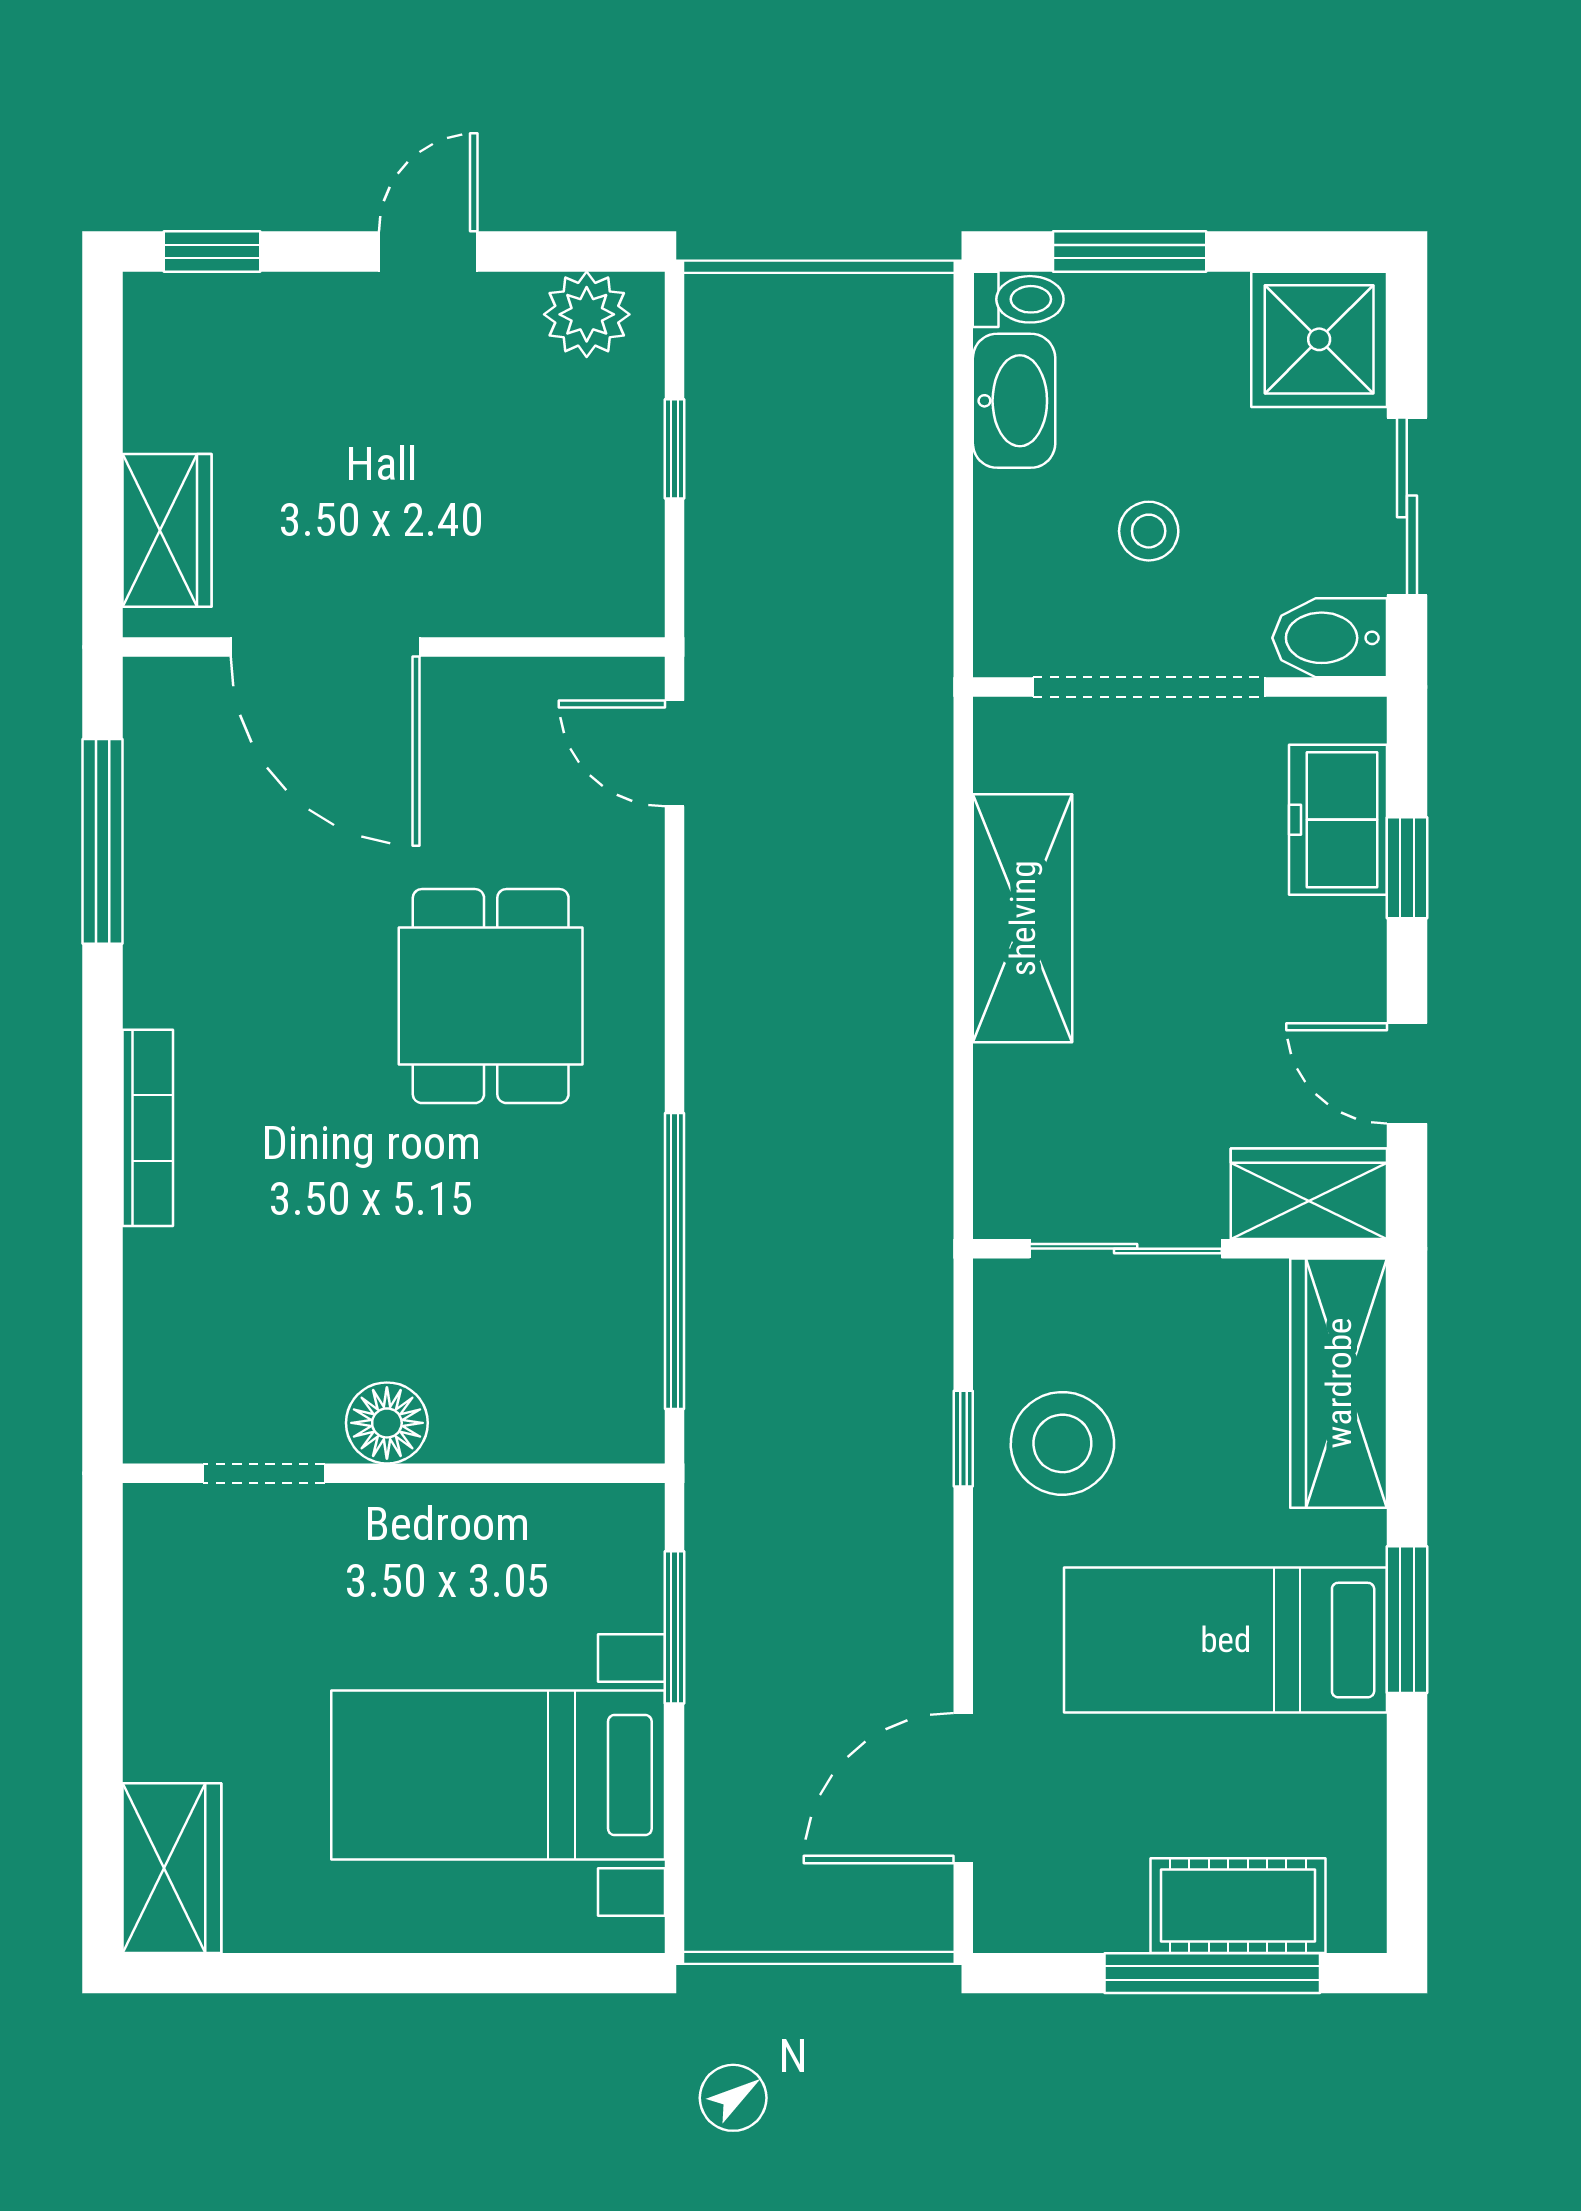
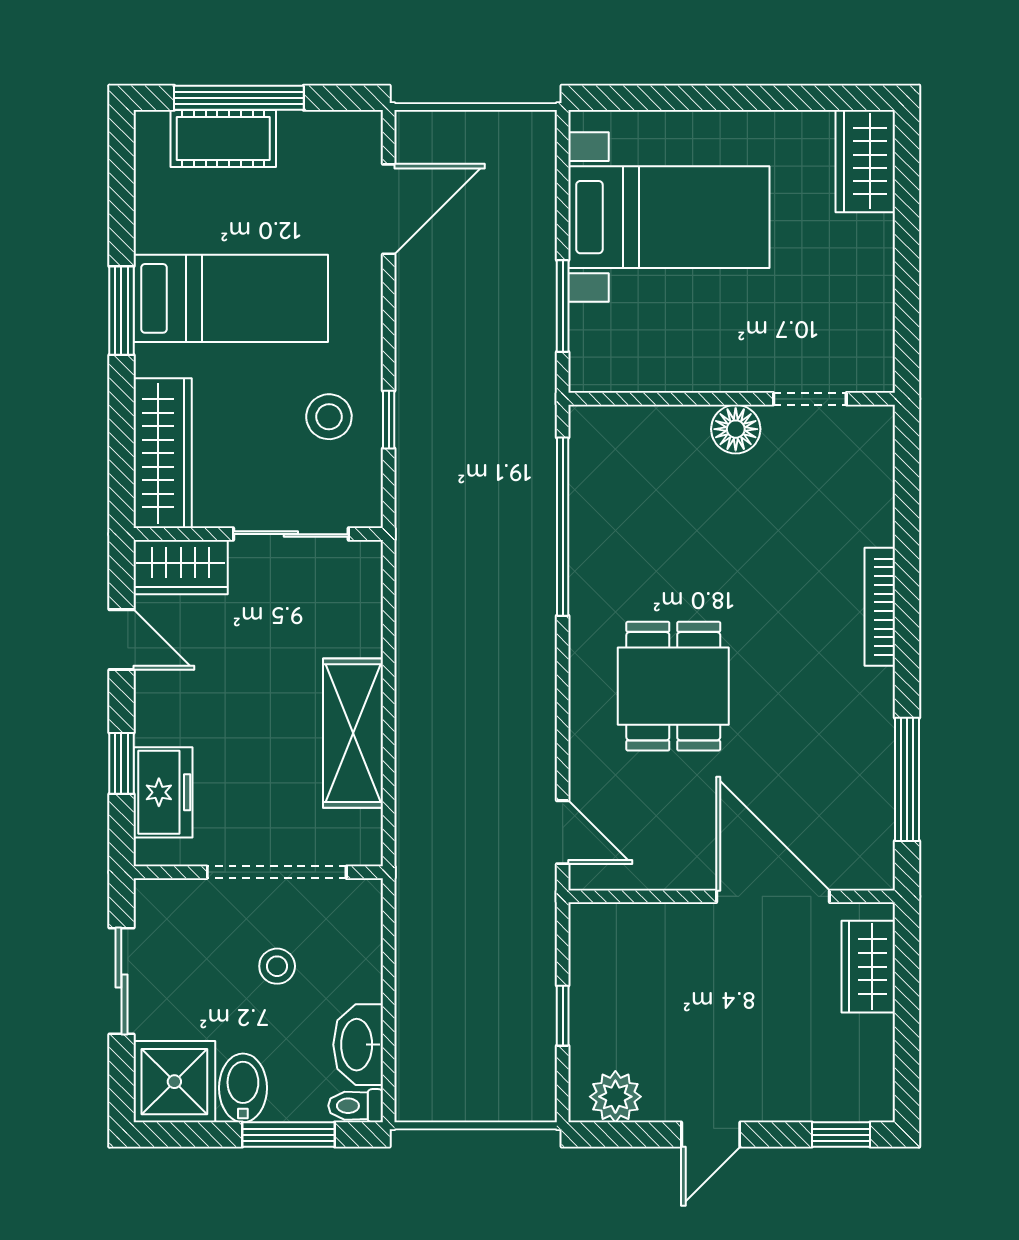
bidet: (1330, 638) -> (243, 1088), moved, turned -90
stool: (1062, 1443) -> (329, 417), width x0.73, depth x0.73

